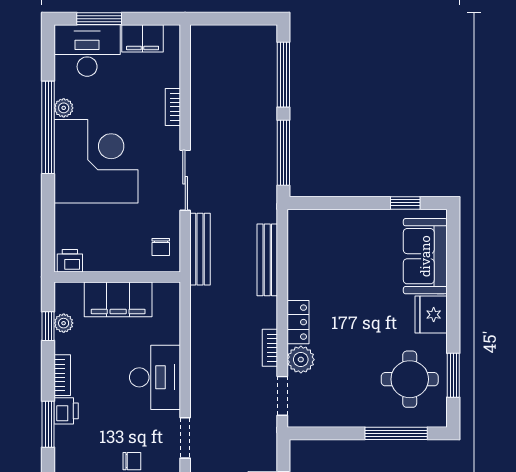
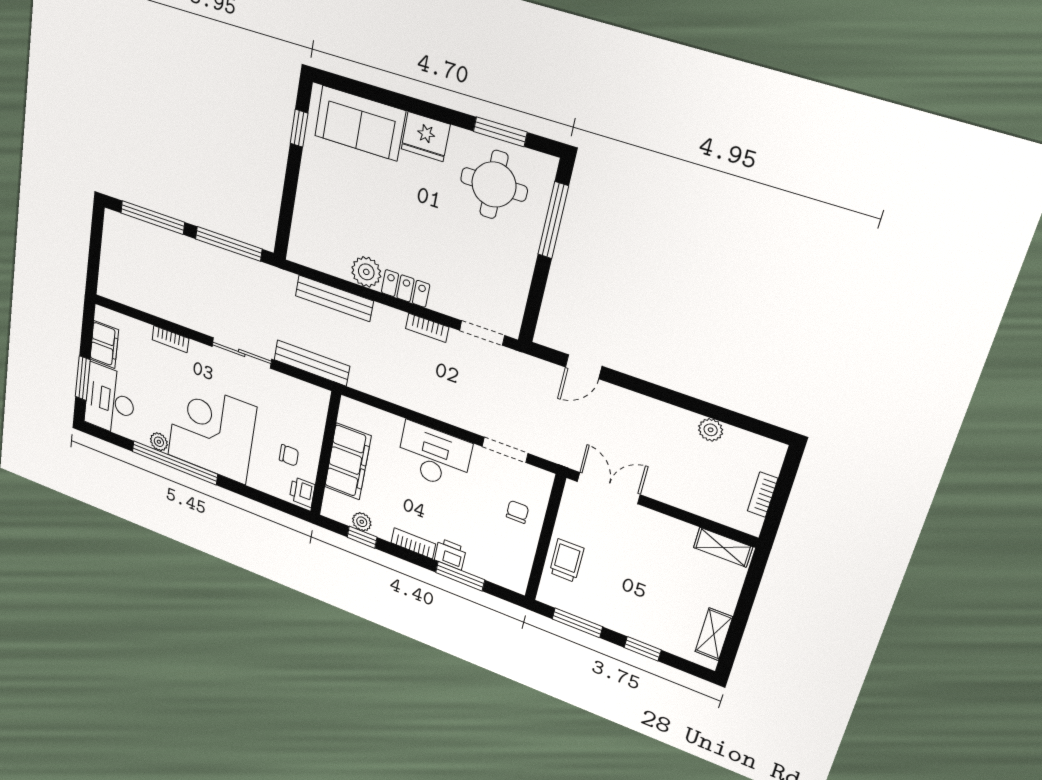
chair: (161, 247) -> (289, 455), moved
plant: (301, 360) -> (366, 272), moved

